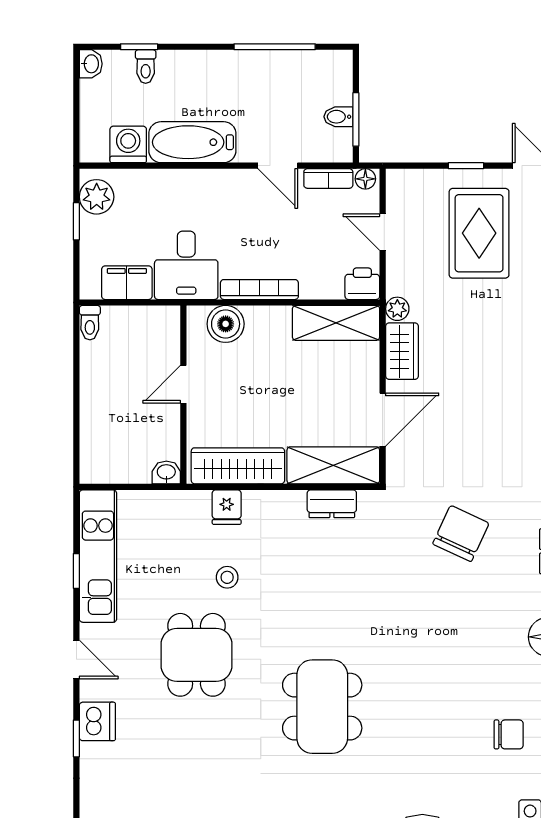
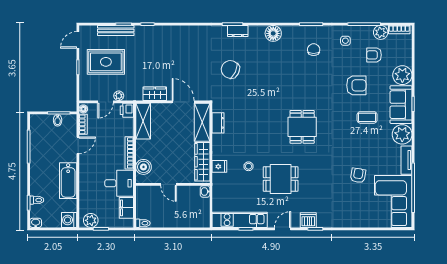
washing machine: (128, 144) -> (69, 220), moved
plant: (397, 309) -> (119, 96), moved
dining table: (322, 707) -> (302, 127), width x0.73

